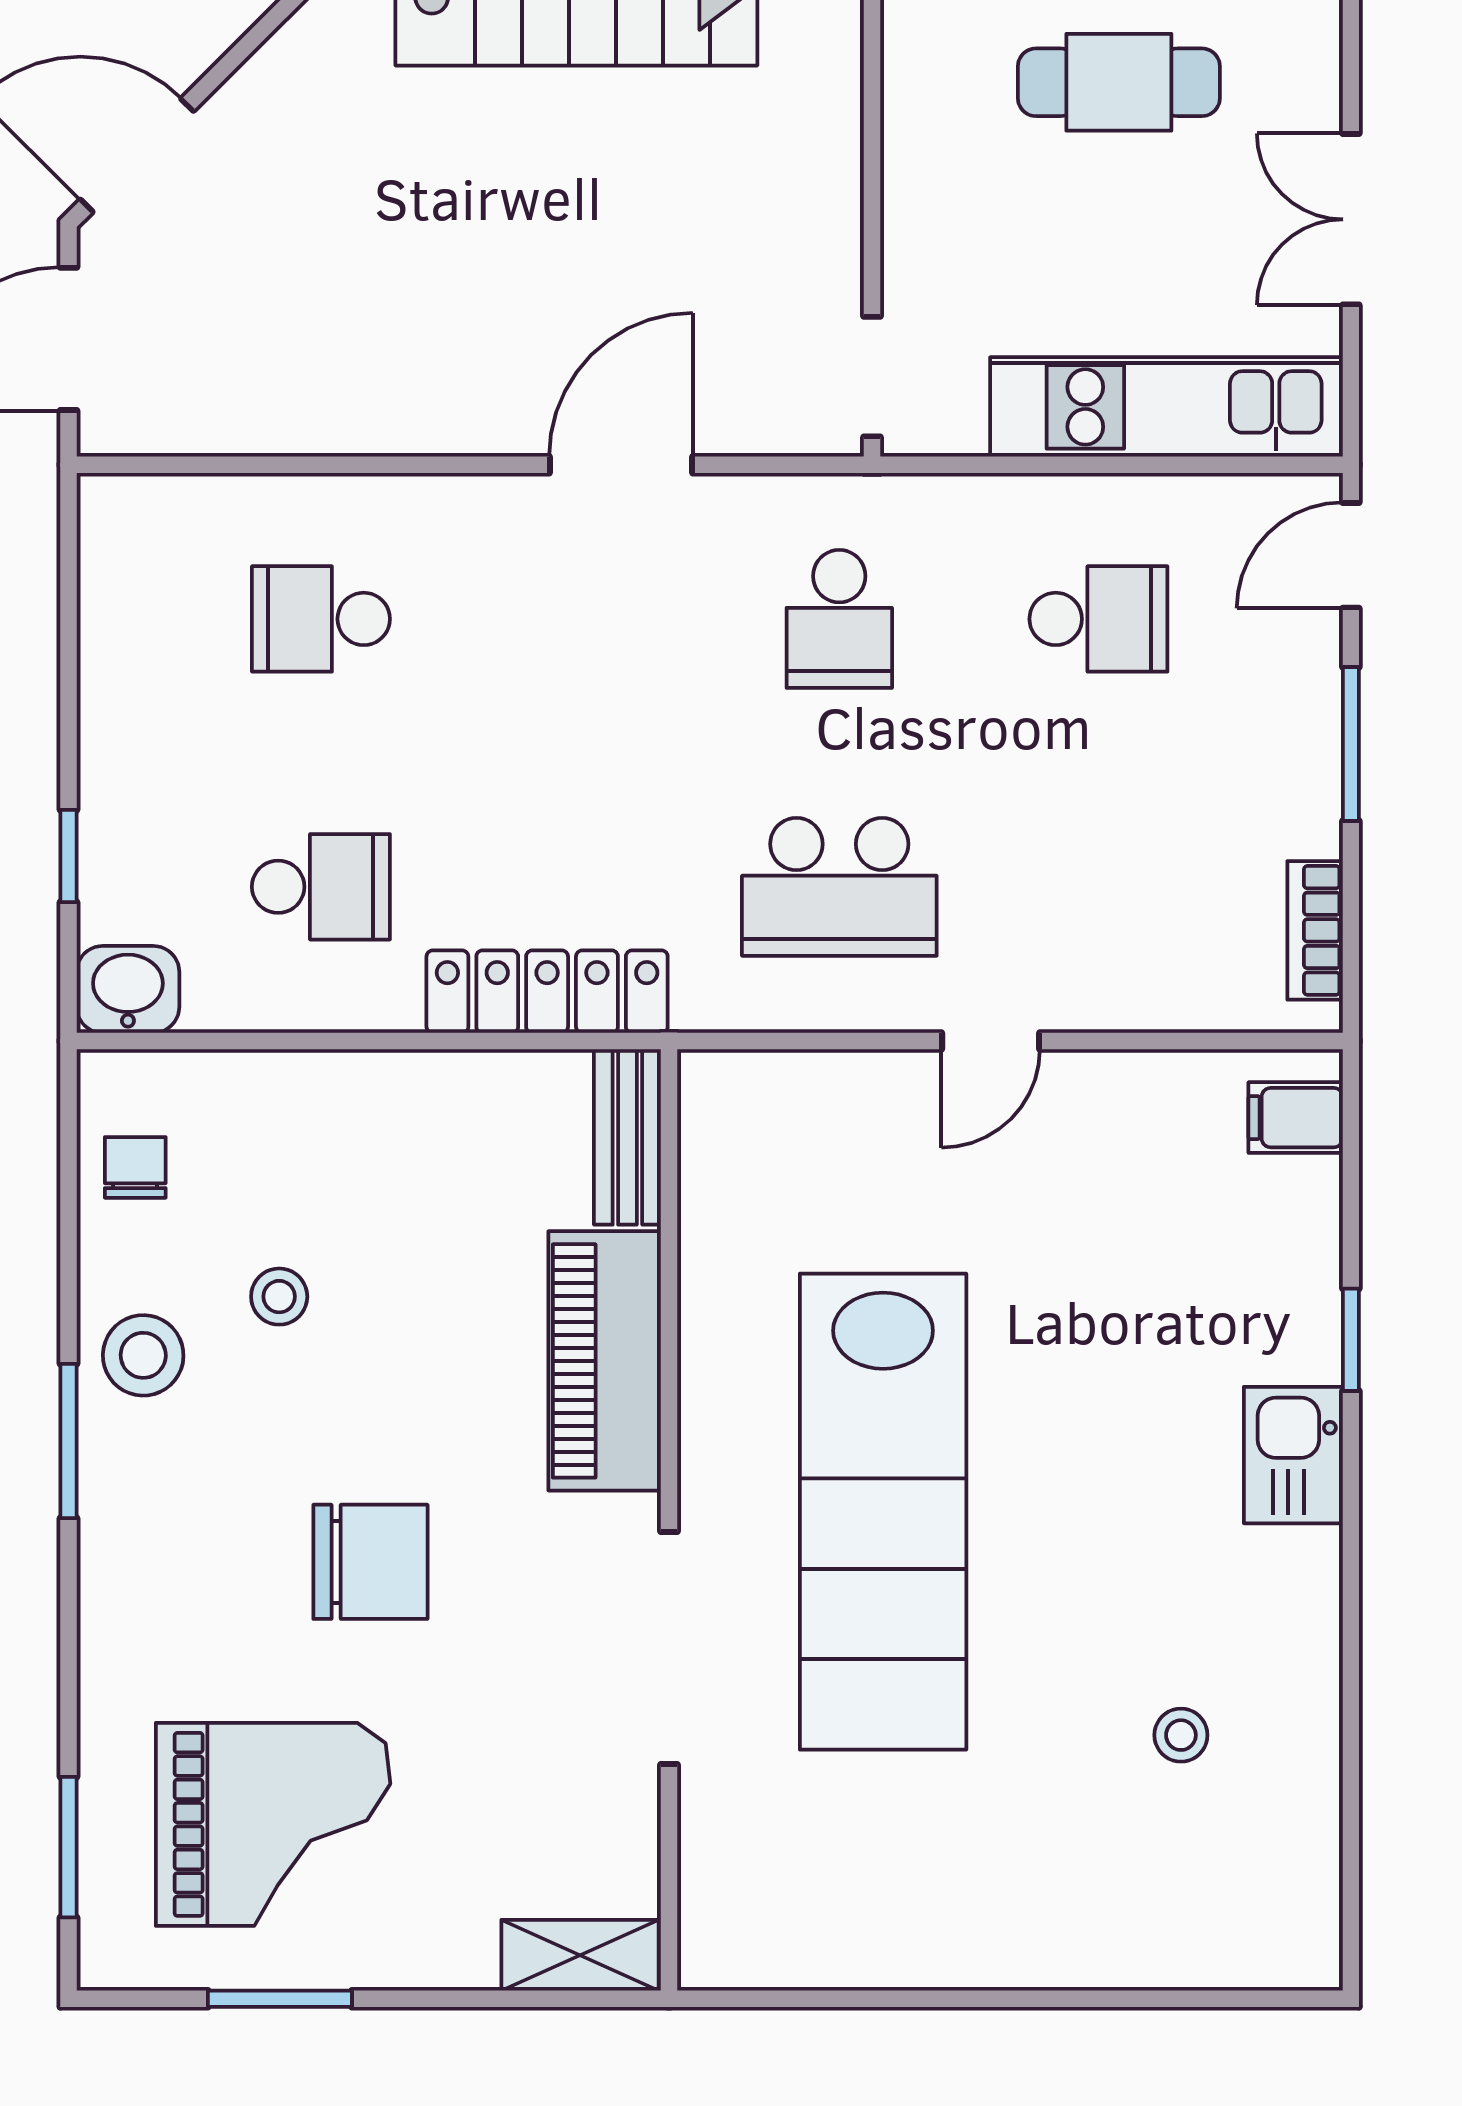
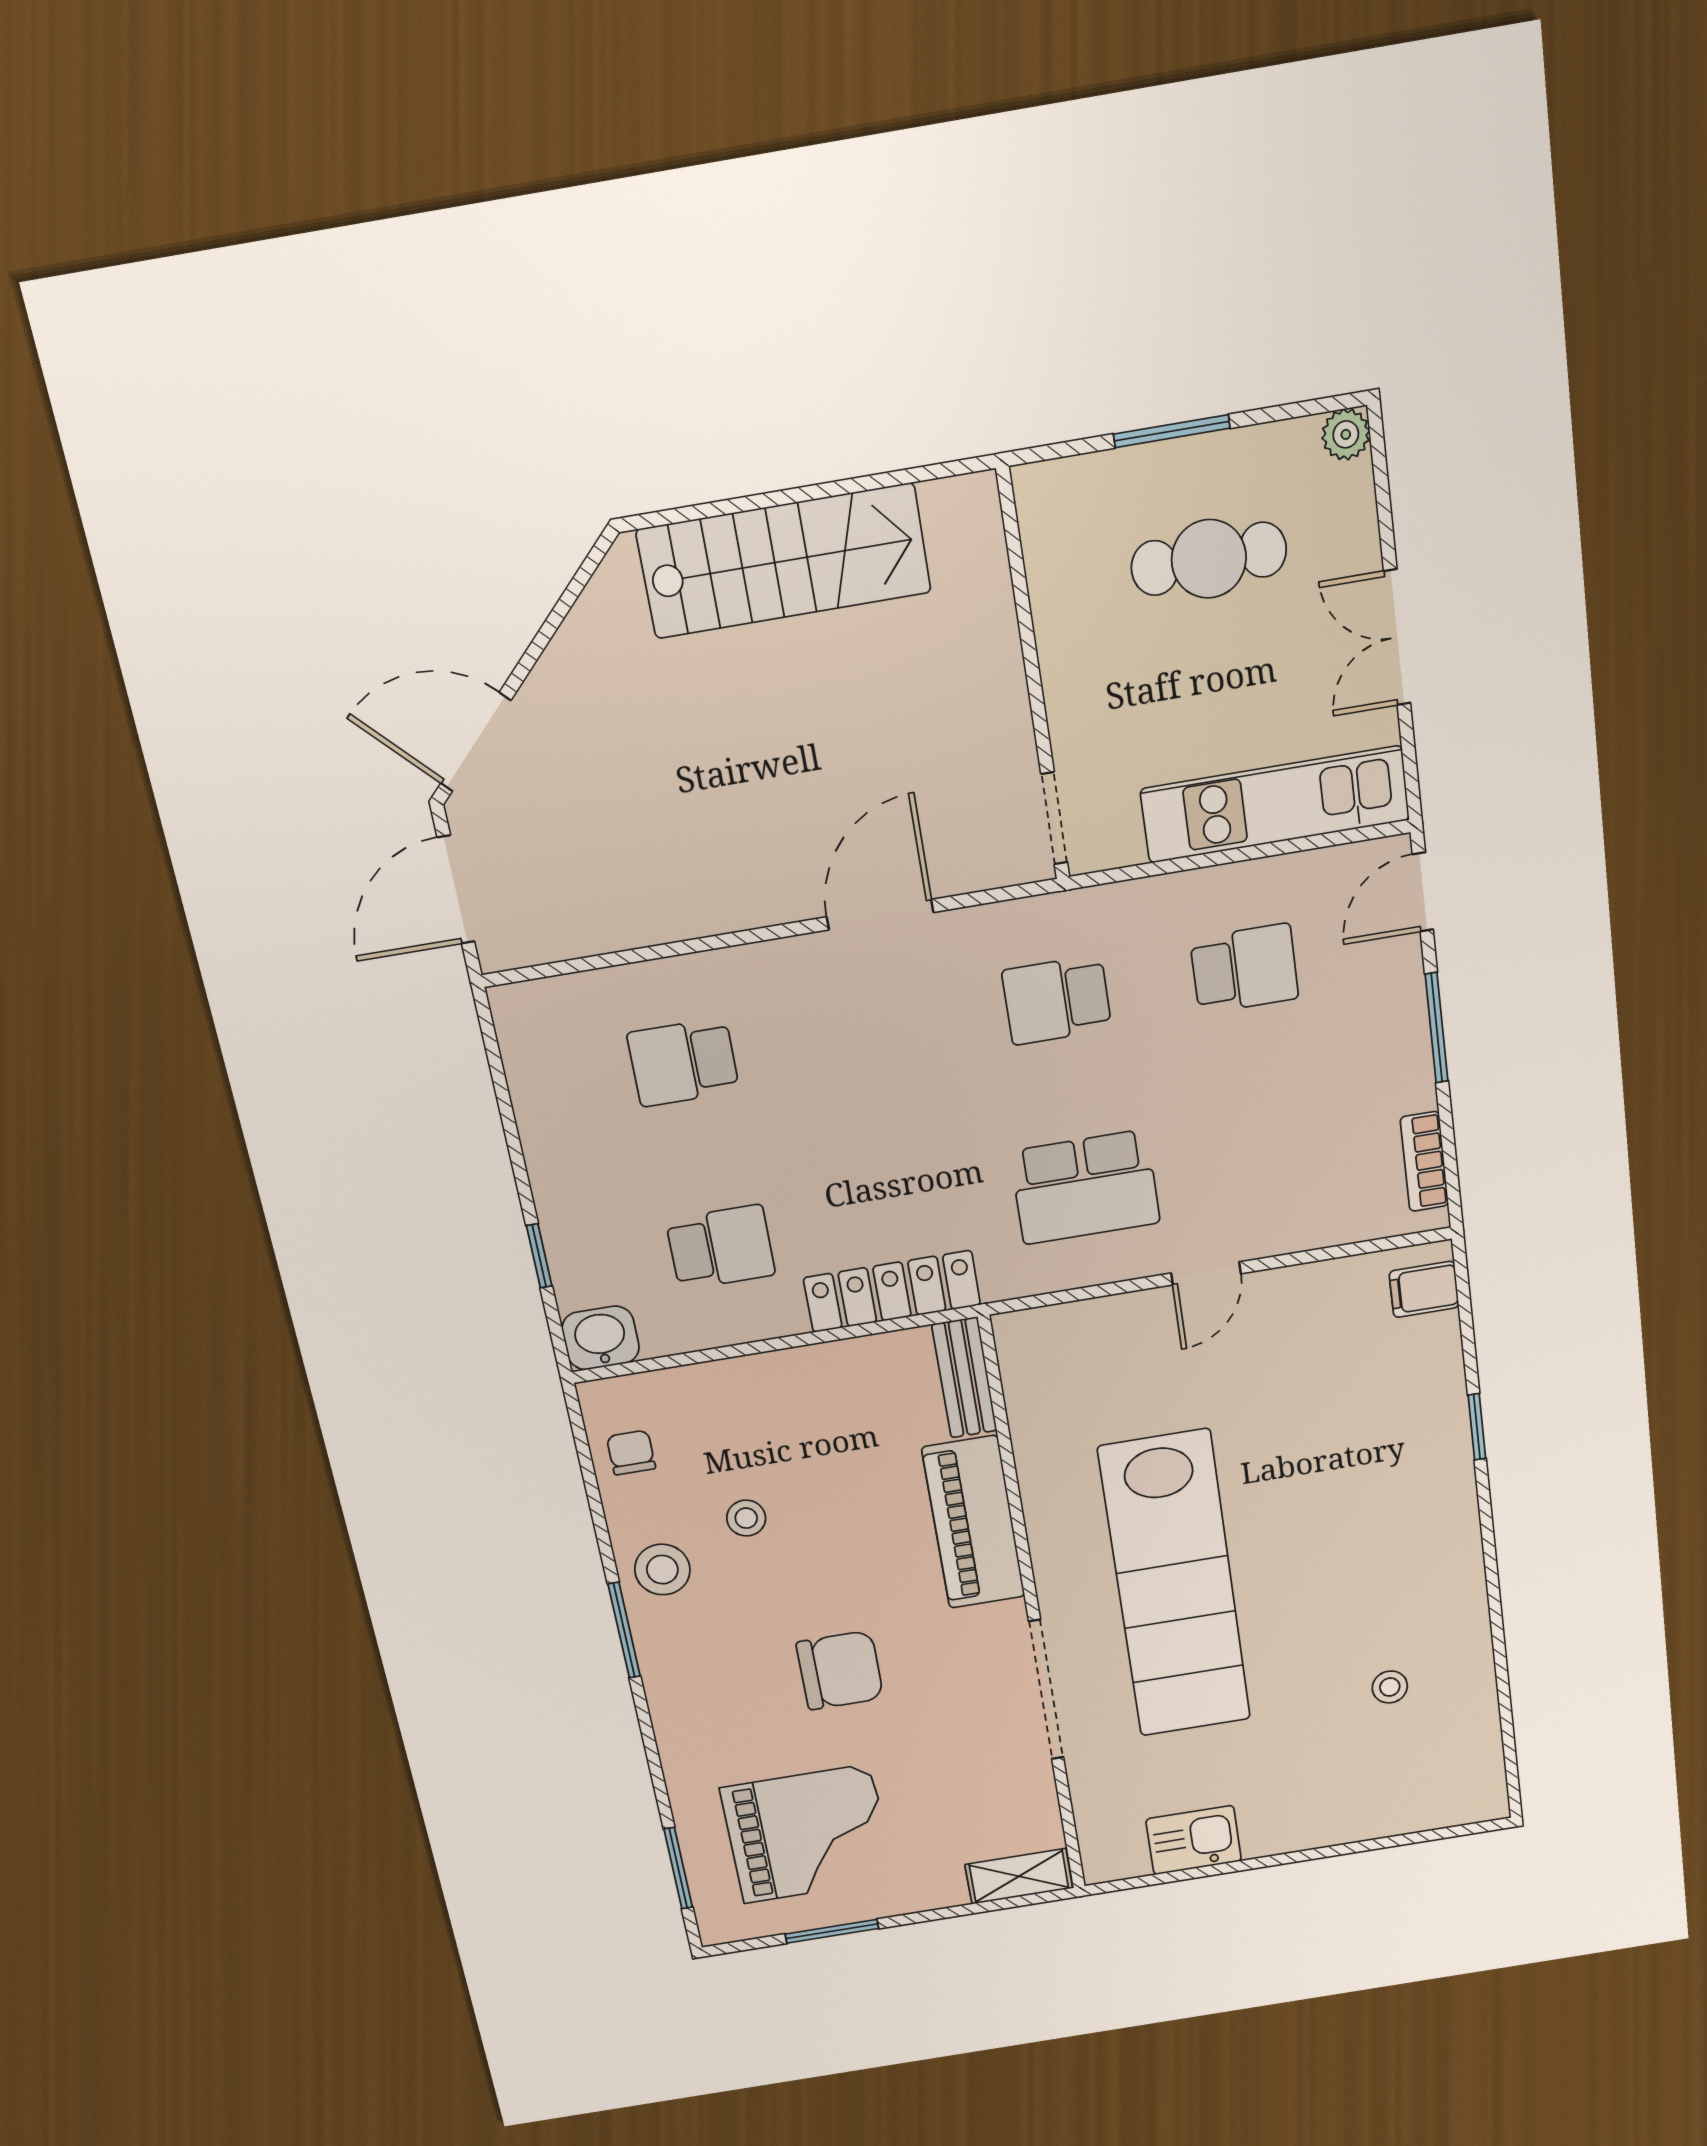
school desk: (839, 619) -> (1057, 1000), turned 90
kitchen sink: (1293, 1455) -> (1194, 1840), moved, turned 90

